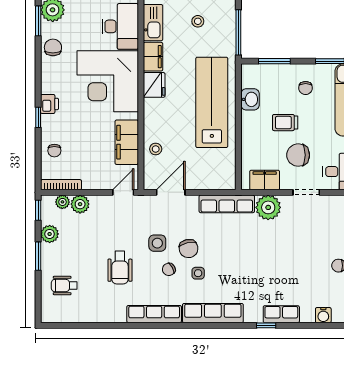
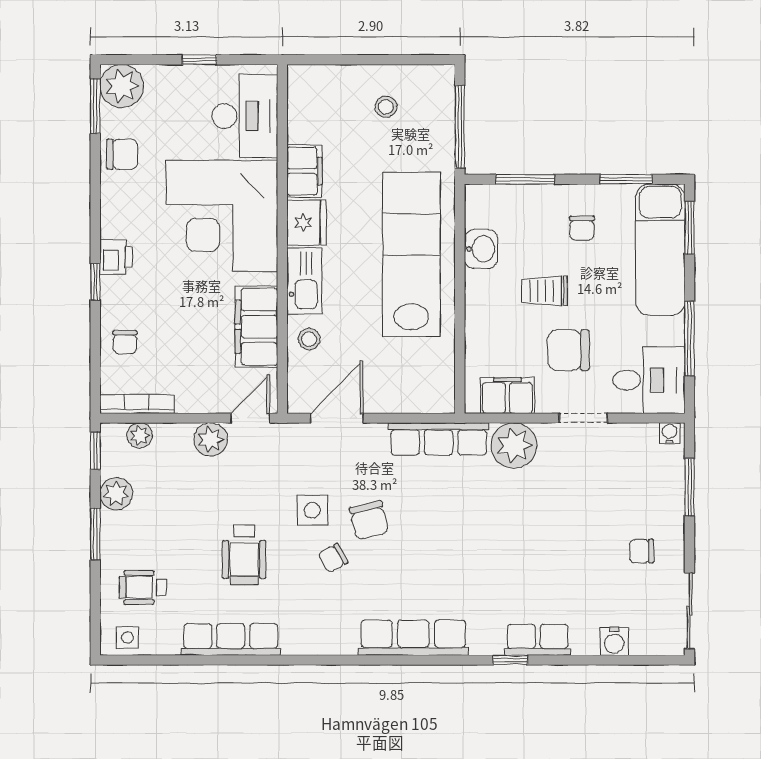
kitchen sink: (153, 23) -> (304, 281), moved
chair: (53, 47) -> (122, 154), turned 90
plant: (80, 204) -> (211, 439), moved
side table: (198, 273) -> (127, 638), moved
row of seats: (154, 314) -> (231, 639), moved

